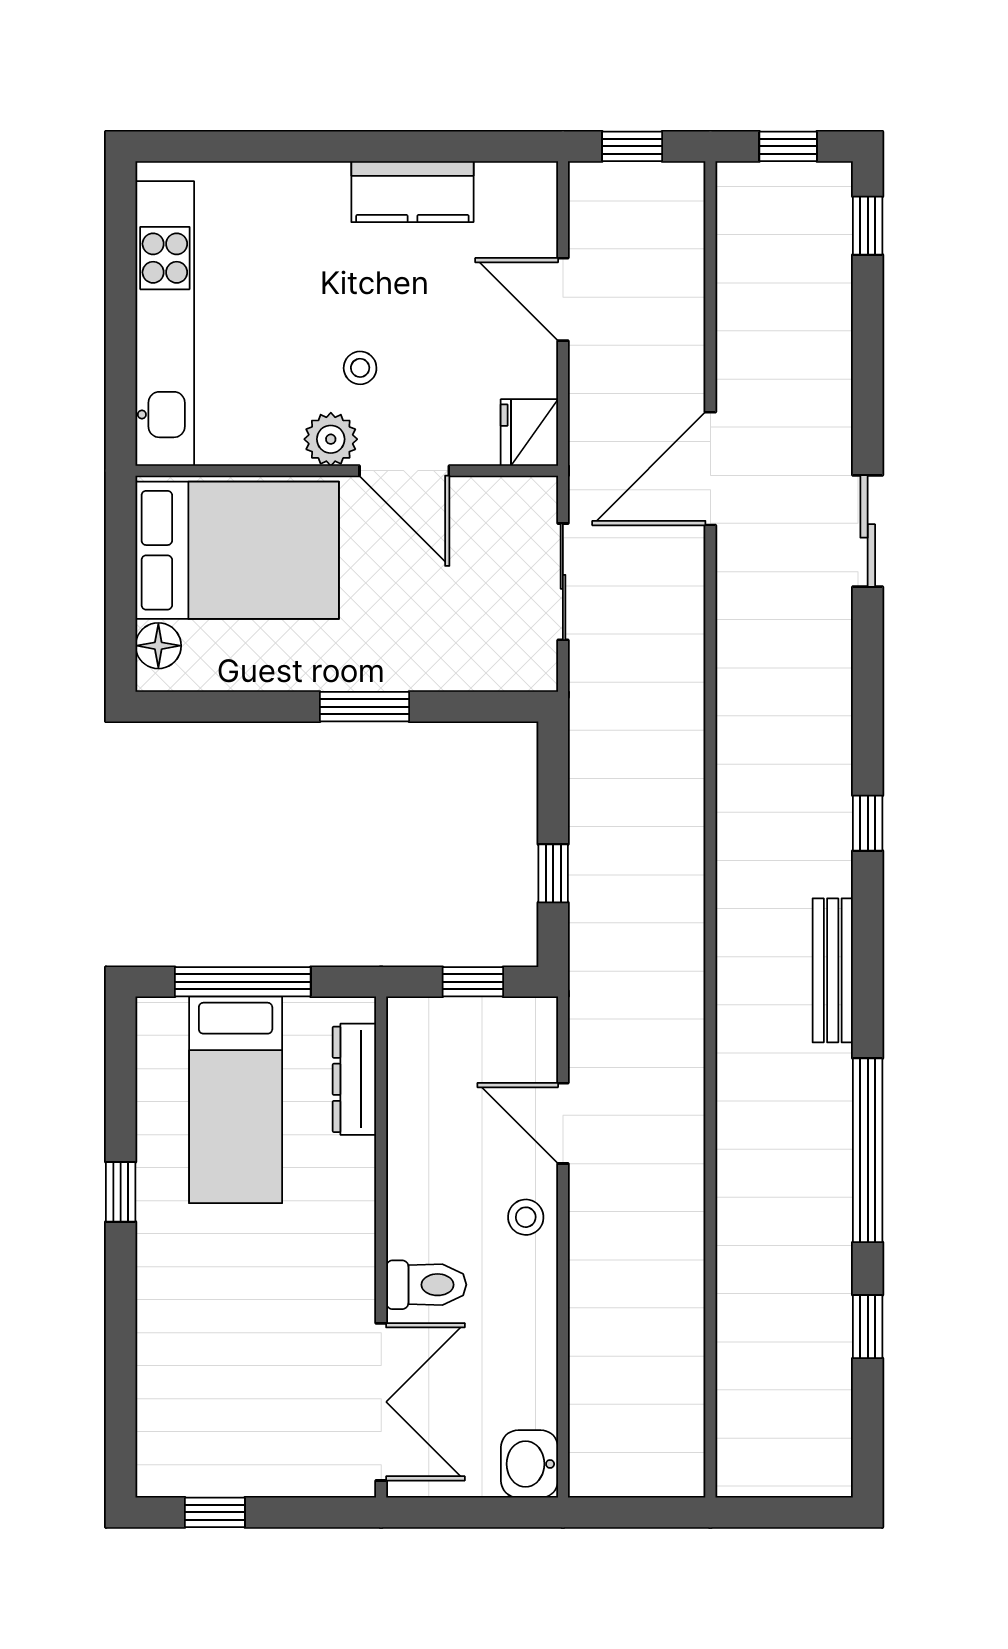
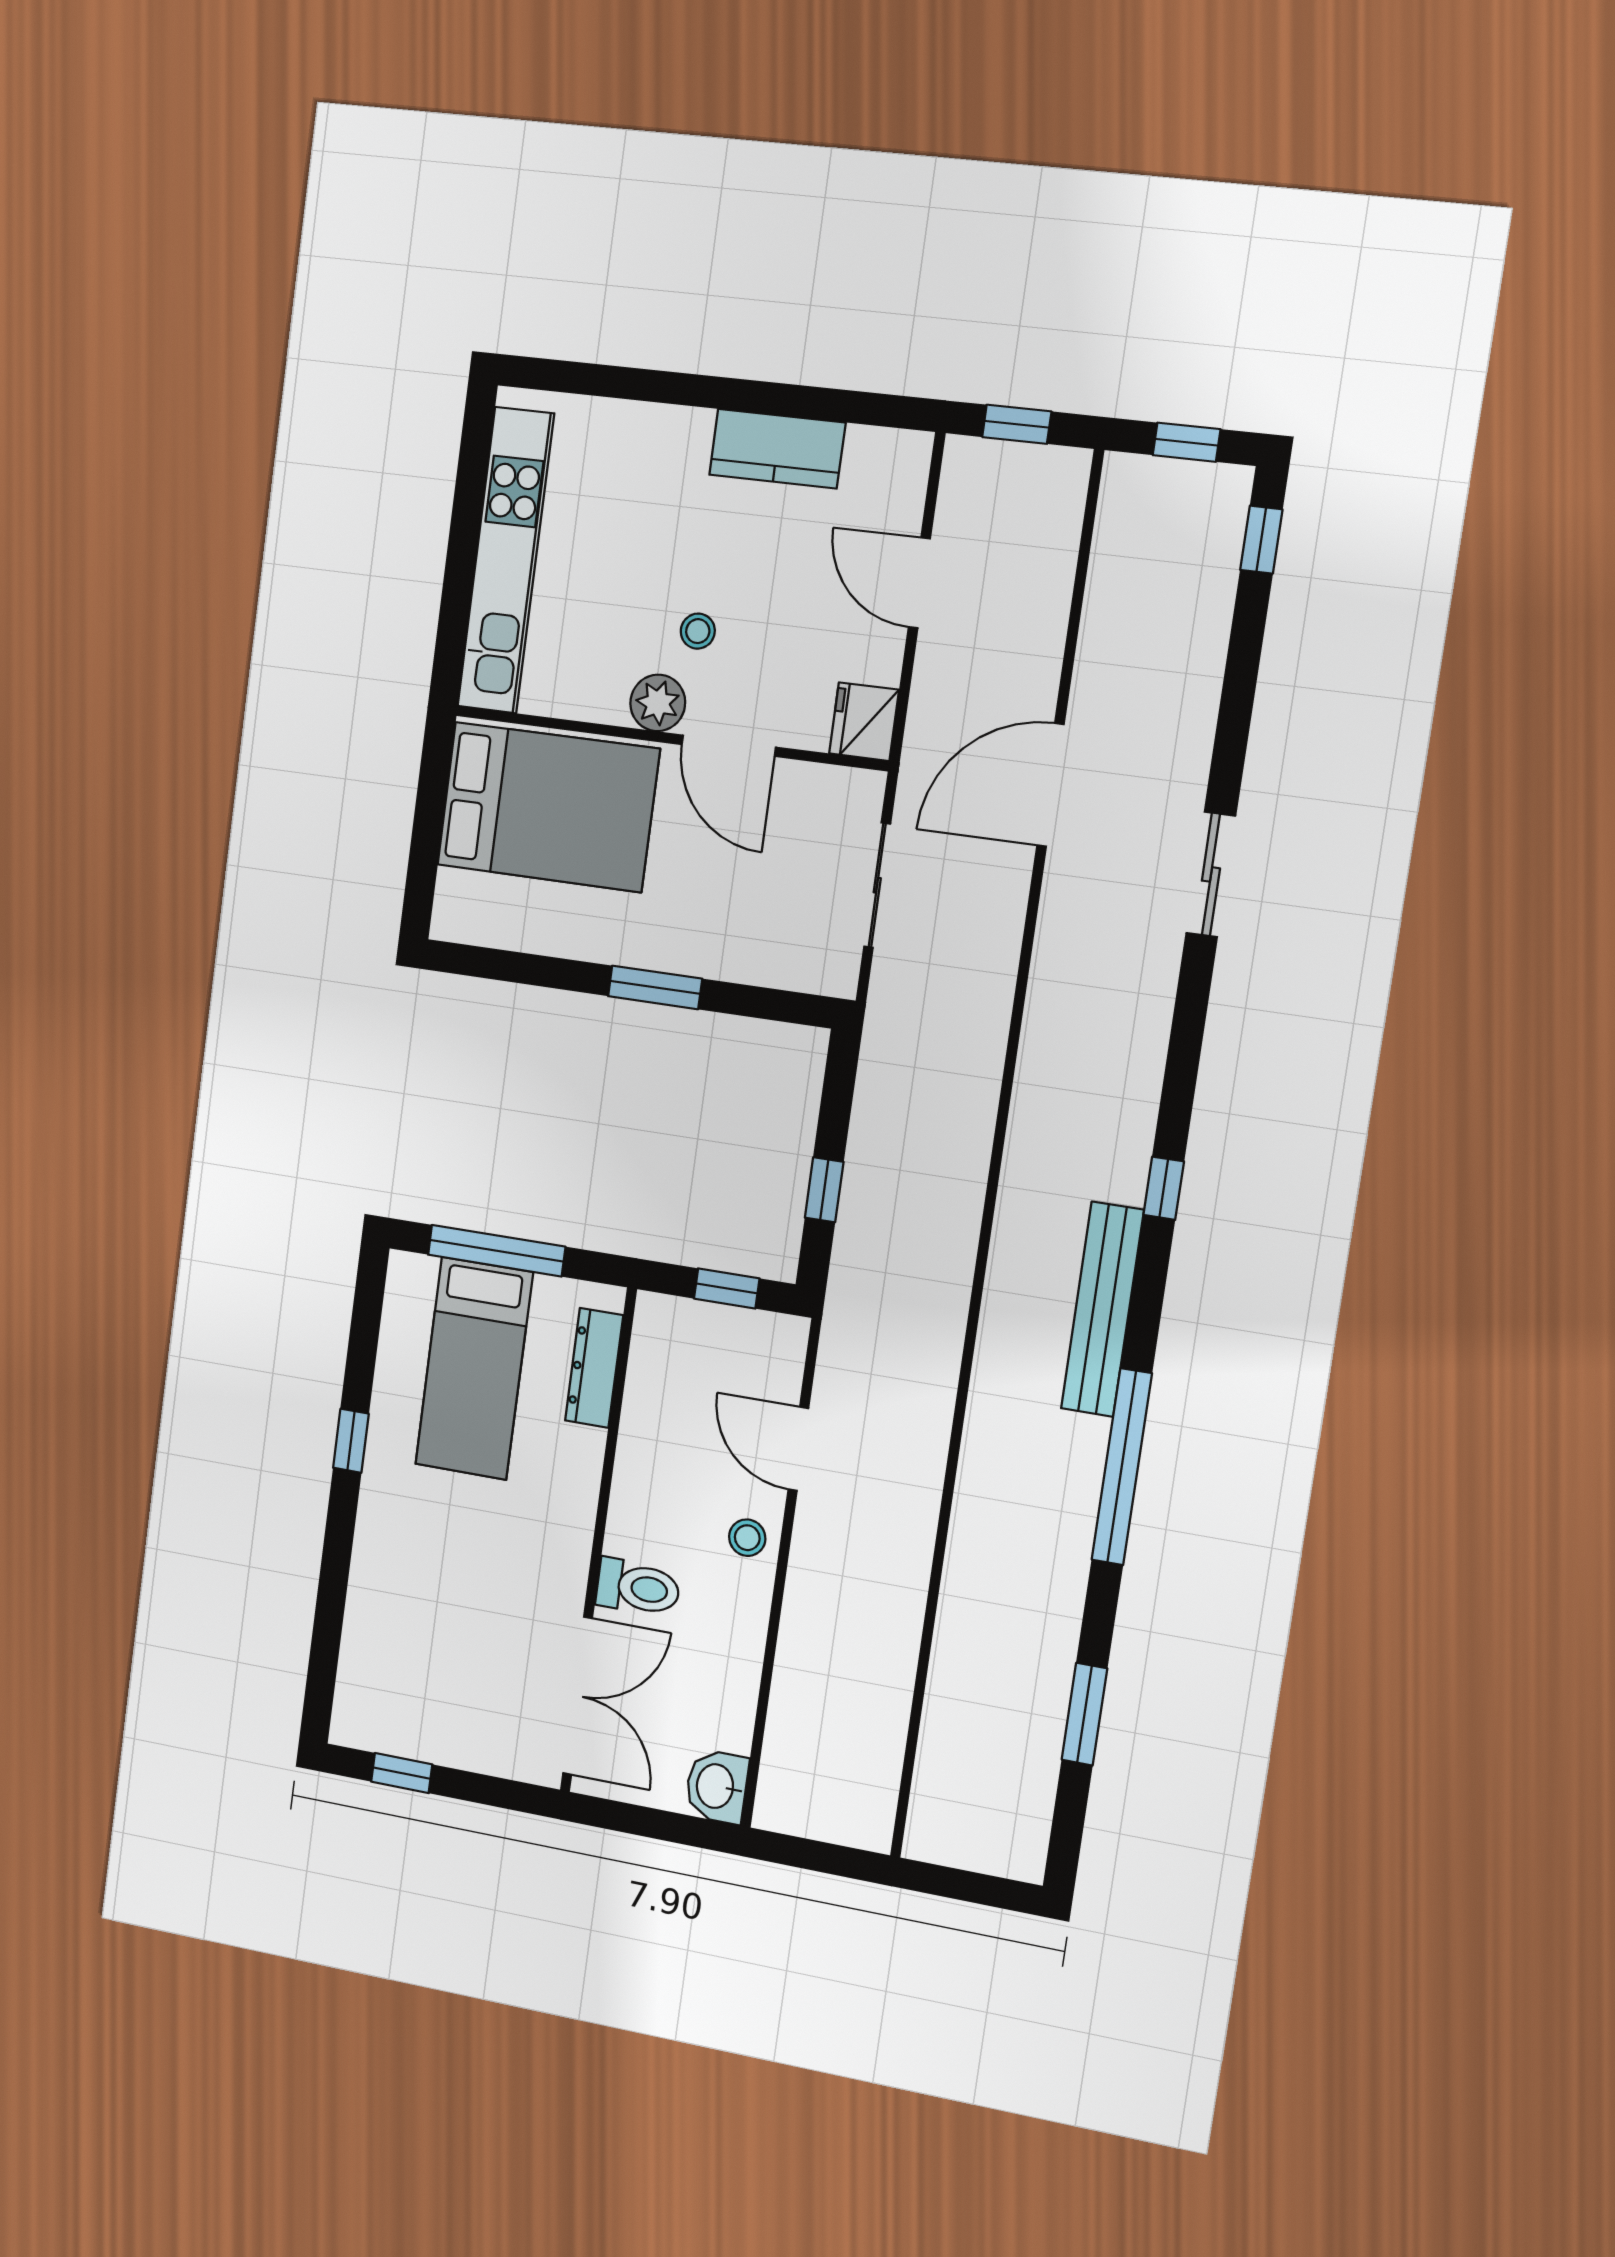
floor lamp: (158, 646) -> (457, 895), removed
bench: (833, 970) -> (1102, 1309), width x1.37, depth x1.21
window: (868, 1150) -> (1122, 1467), moved
window: (868, 1327) -> (1084, 1714), width x1.50

